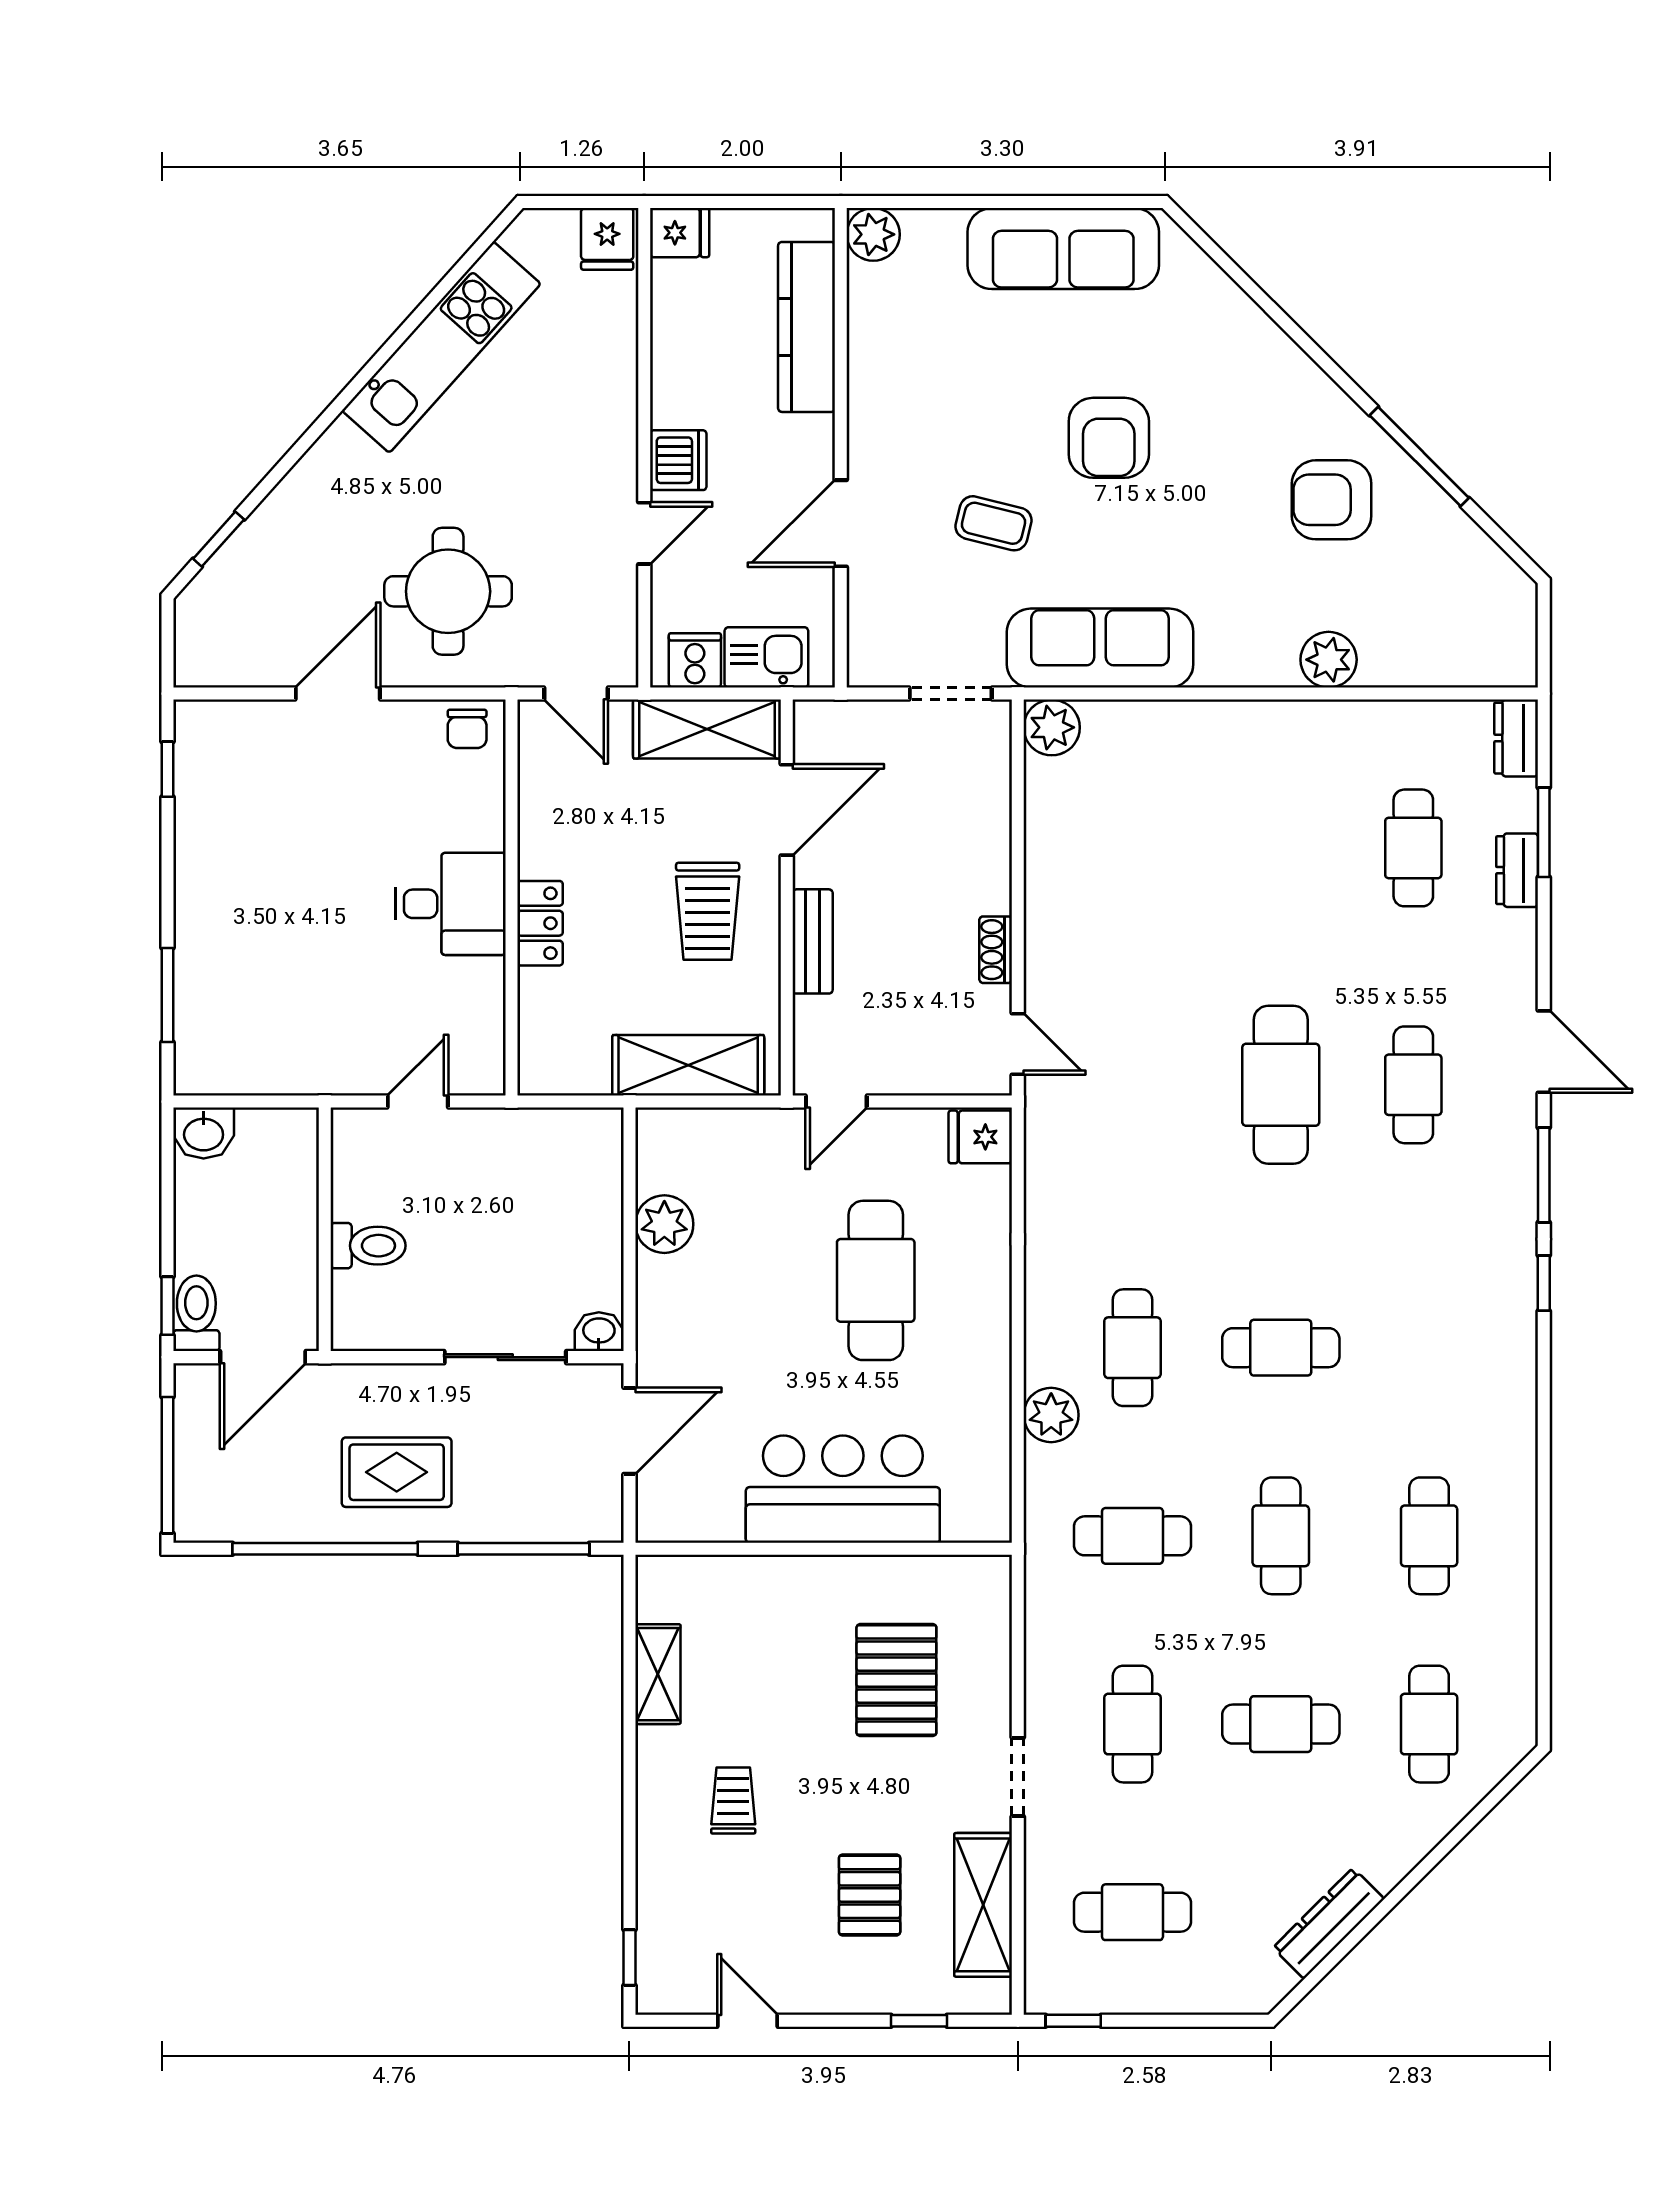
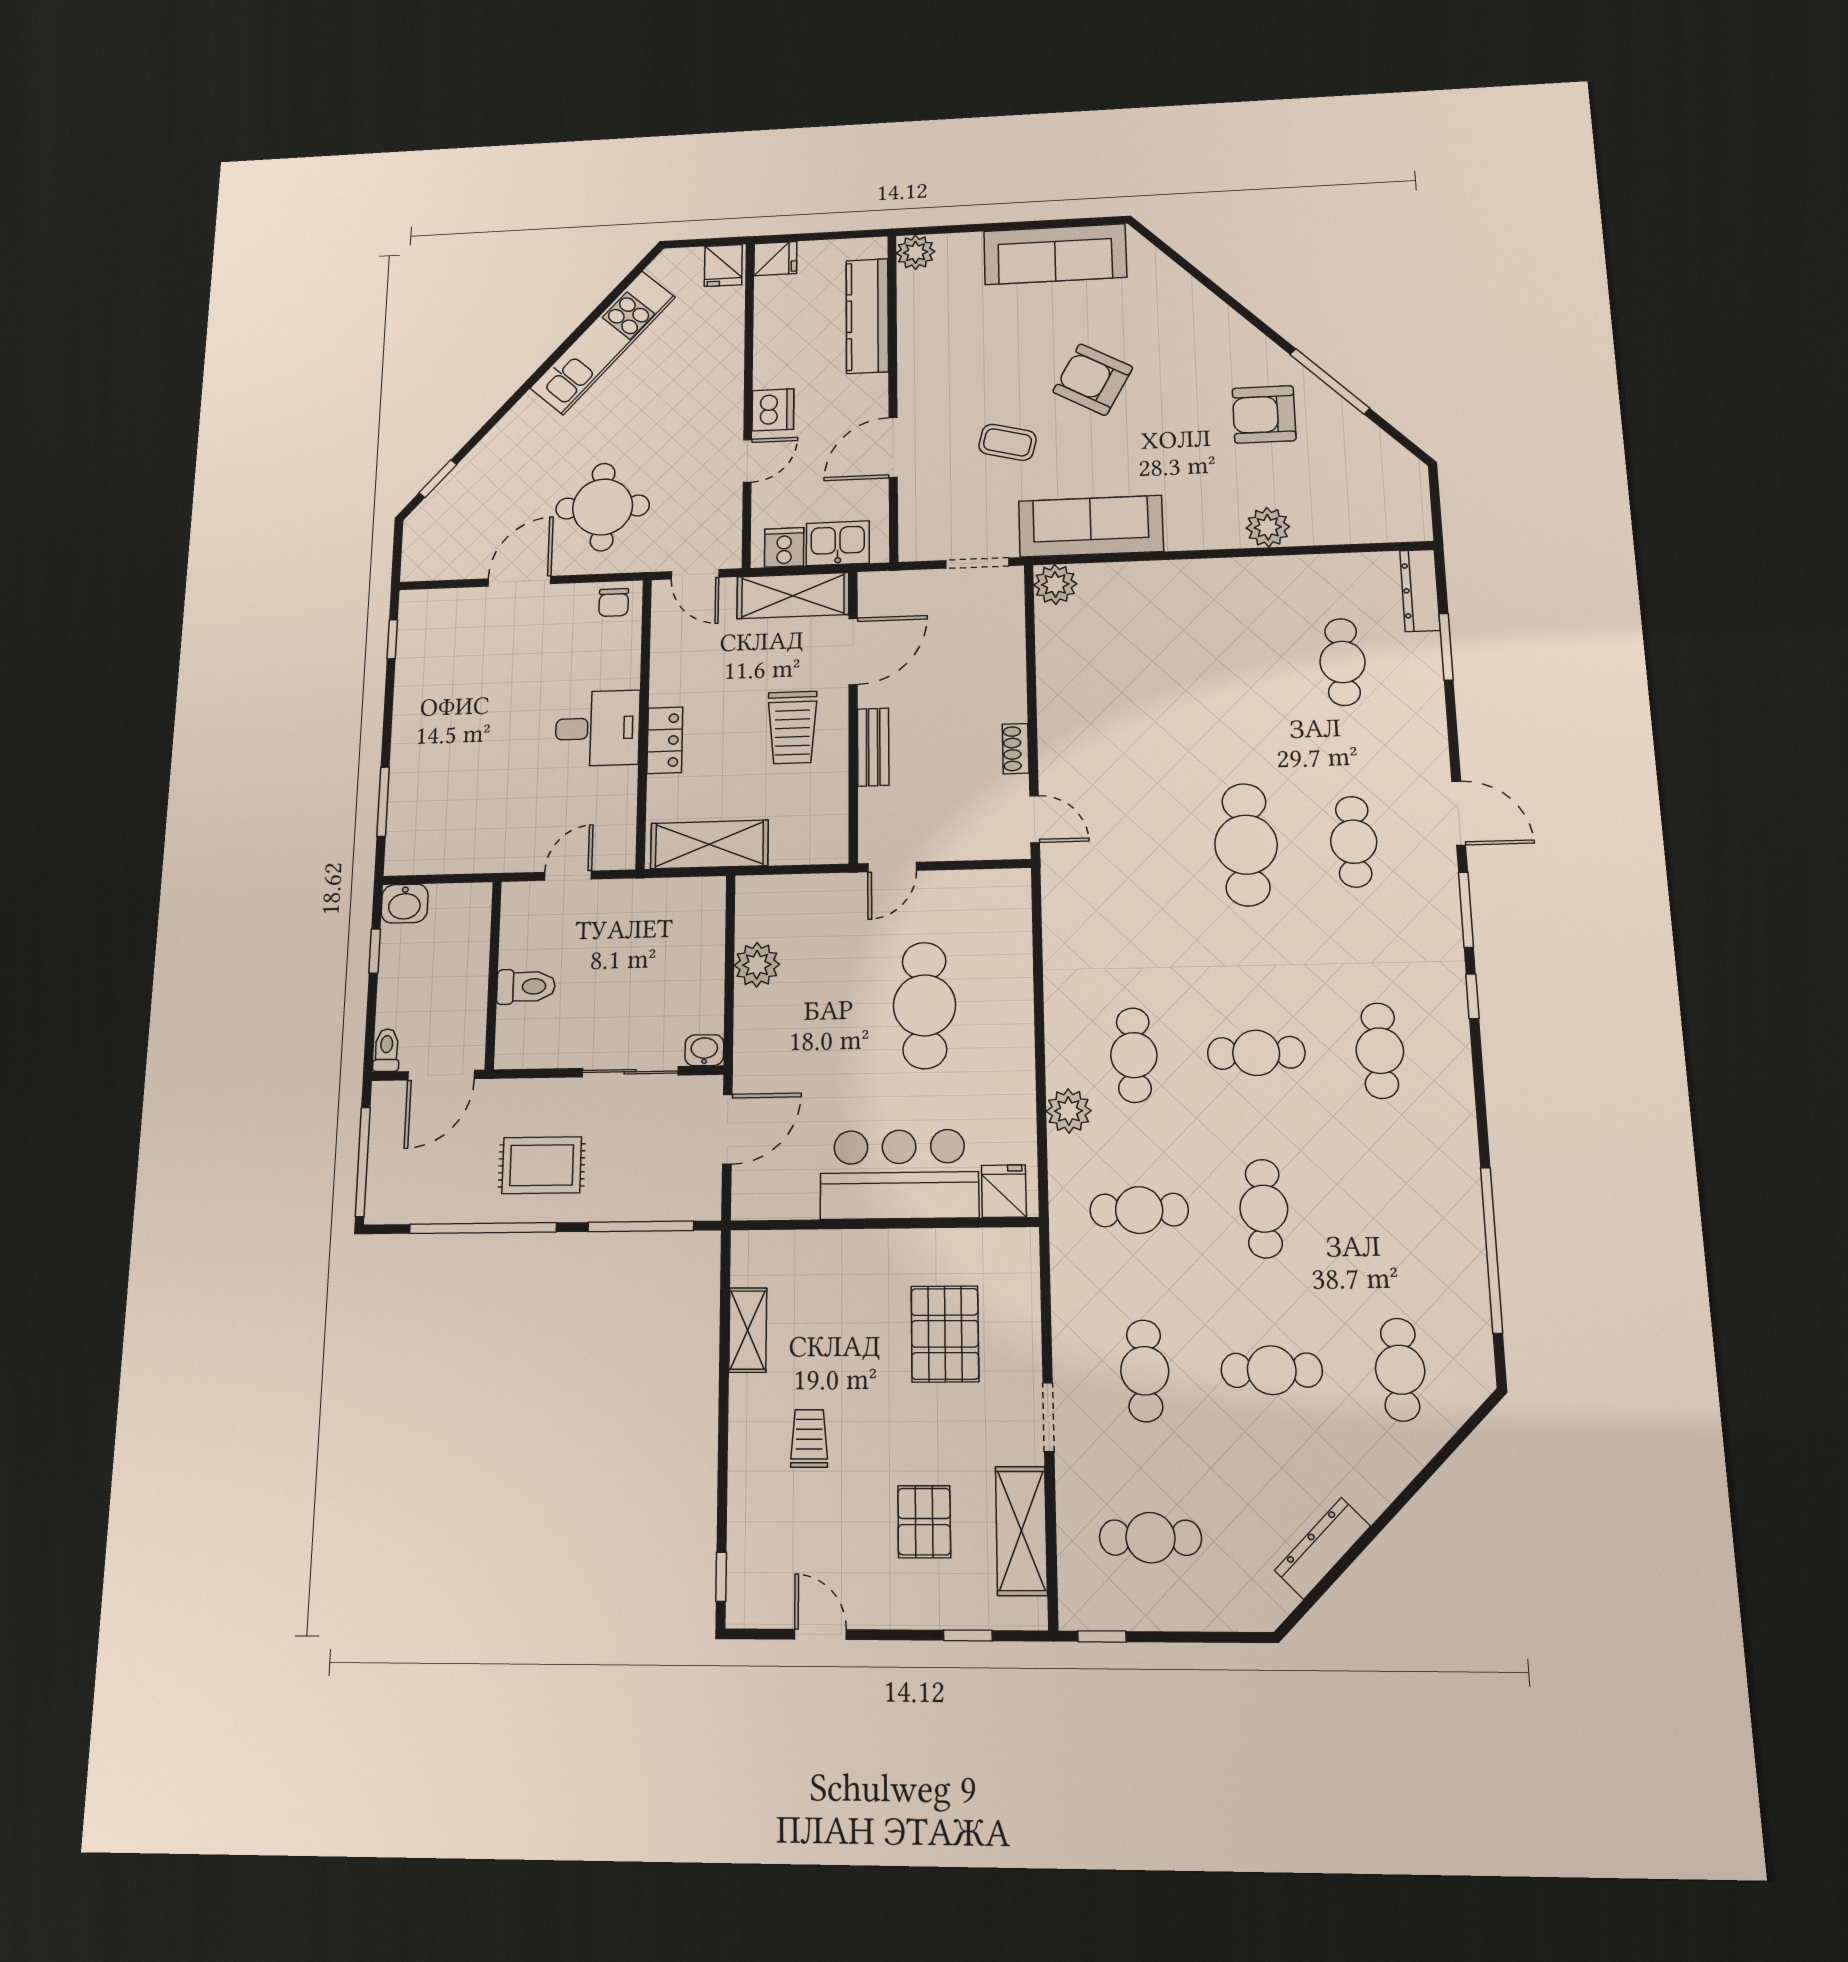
armchair: (1109, 438) -> (1093, 380), turned 119
dresser: (1516, 738) -> (1420, 590), width x1.44
dresser: (1517, 870) -> (1427, 676), removed
shelving: (688, 1065) -> (709, 844), moved
fridge: (980, 1137) -> (1004, 1191), moved, turned 90
window: (167, 1306) -> (375, 951), moved
toilet: (196, 1313) -> (386, 1050), width x0.73, depth x0.72
cafe table: (1429, 1536) -> (1380, 1051), moved
window: (1544, 1587) -> (1491, 1250), added

